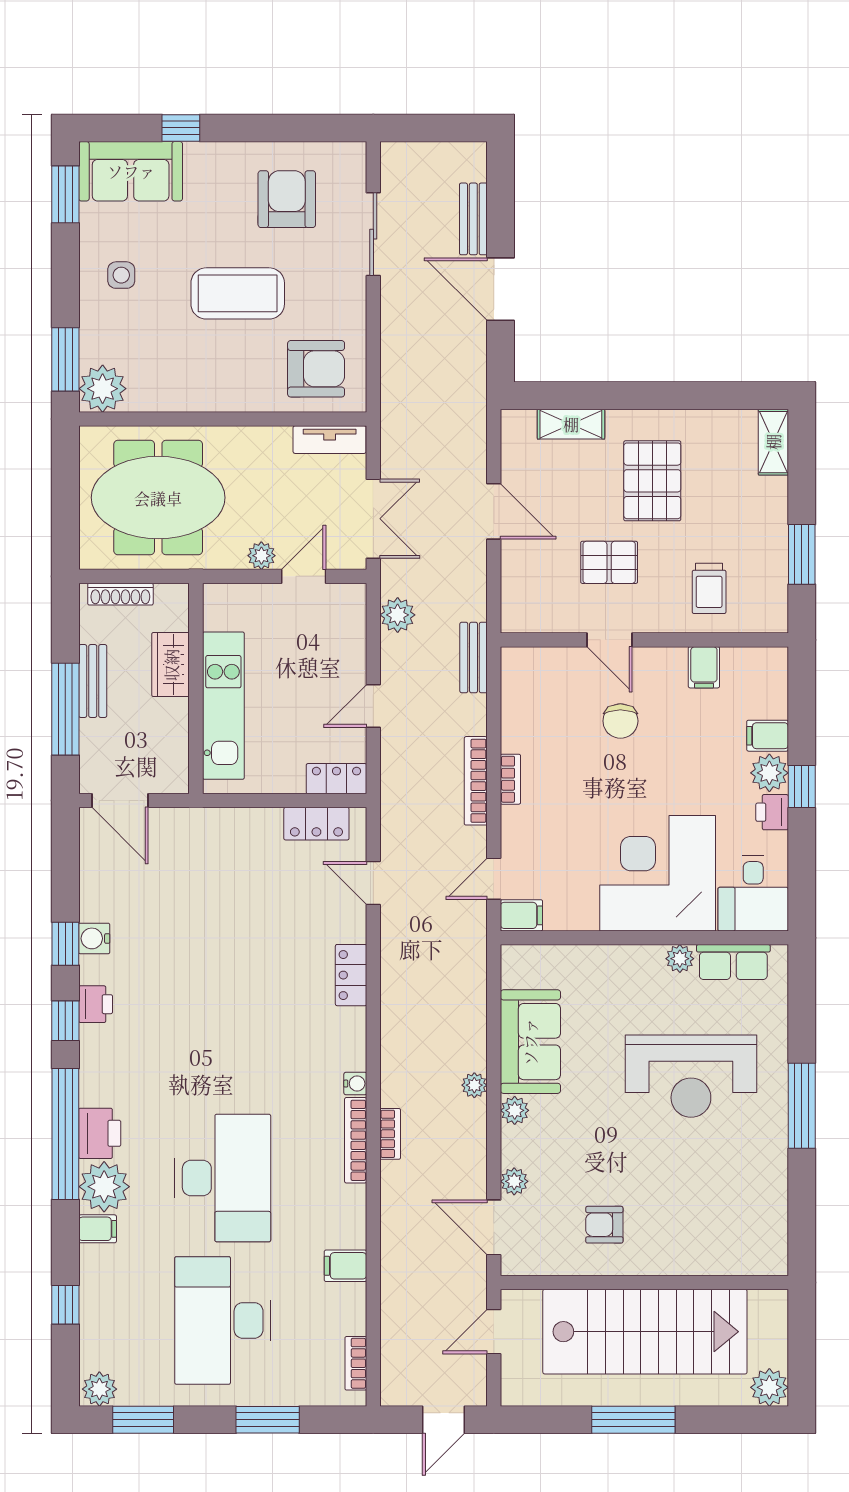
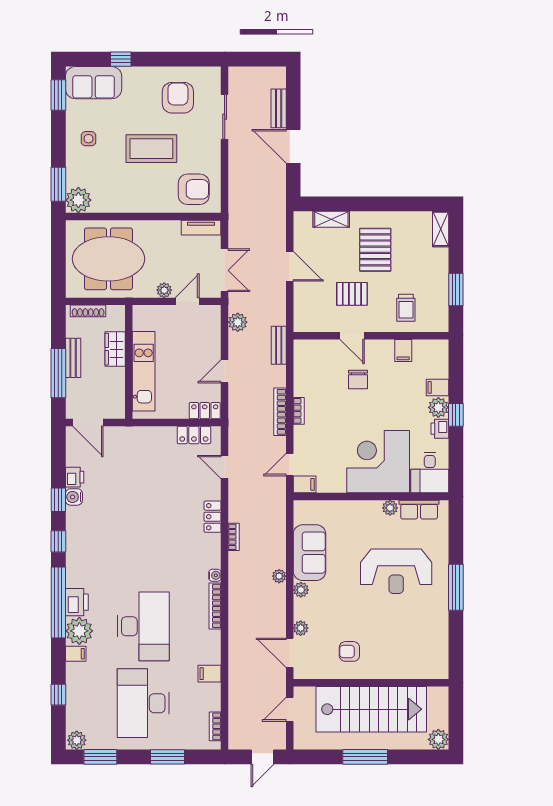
printer: (96, 1004) -> (75, 477), moved
bookcase: (390, 1134) -> (234, 537), moved

